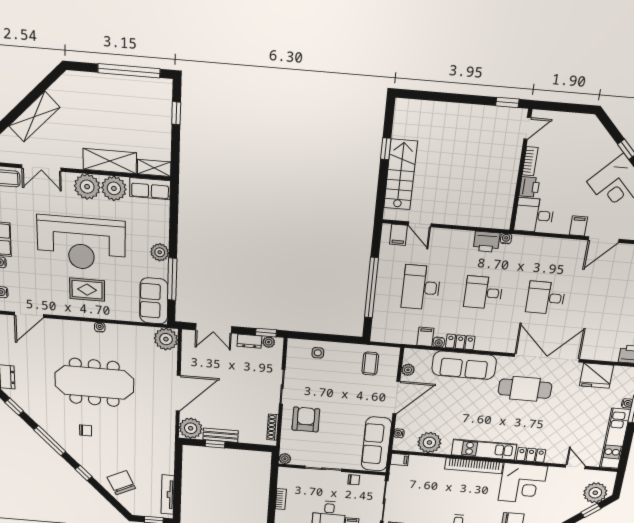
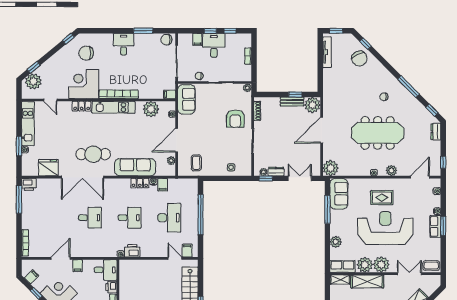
plant: (160, 252) -> (336, 242), moved
plant: (73, 328) -> (391, 170), added
sofa: (376, 444) -> (186, 99), width x0.73
window: (84, 473) -> (365, 44), moved

